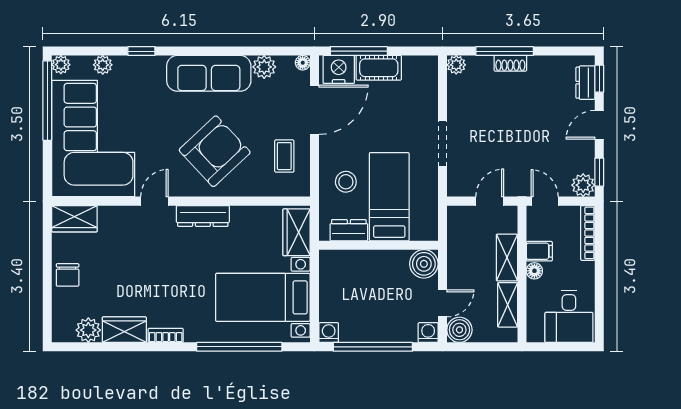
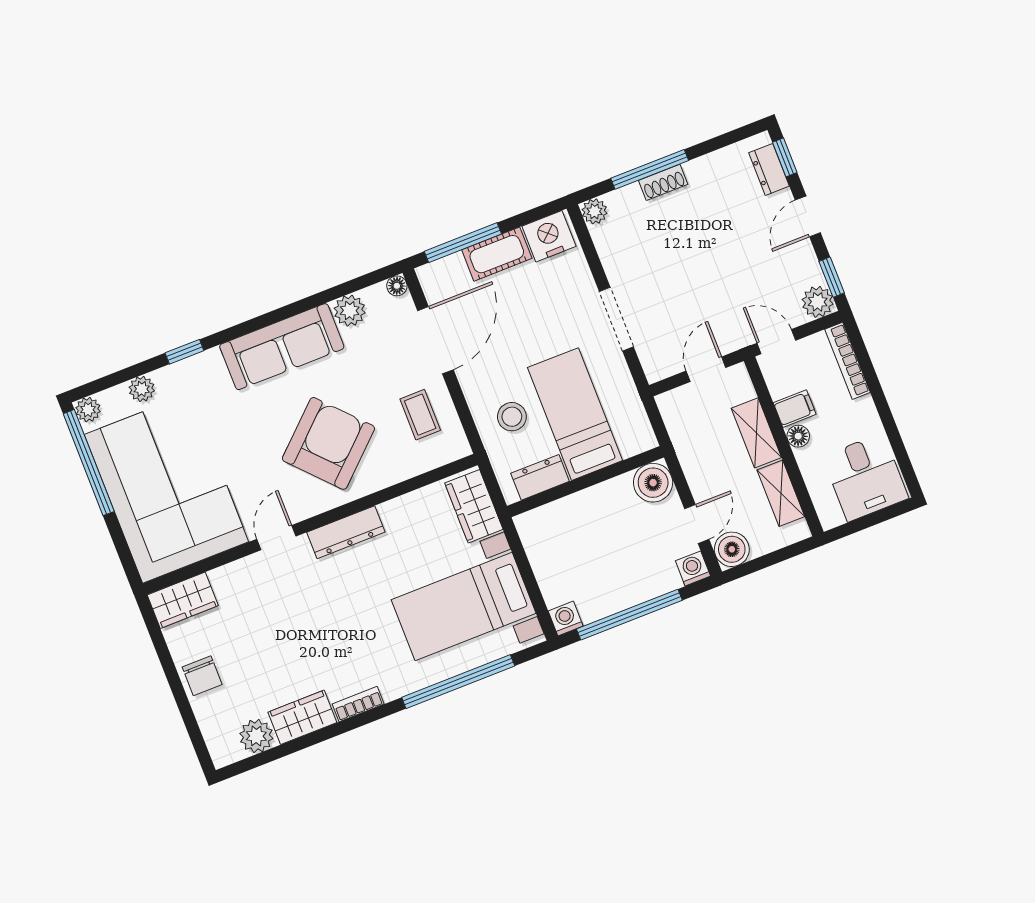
nightstand: (339, 69) -> (549, 236), moved

